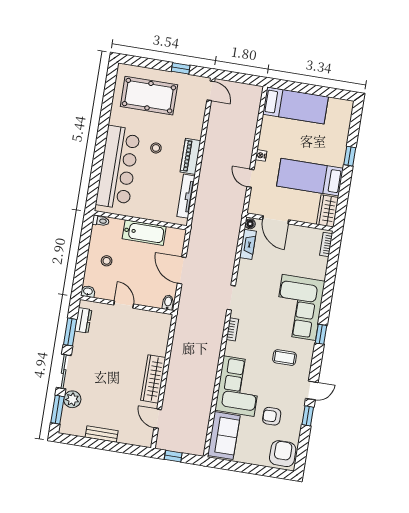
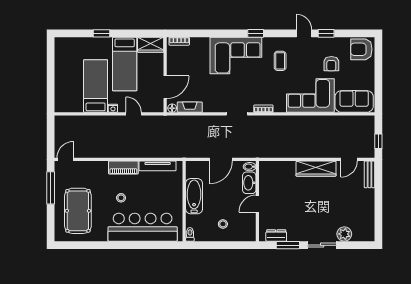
window: (181, 68) -> (51, 188), width x2.17
bed: (295, 106) -> (96, 86), moved
door: (251, 178) -> (134, 114), swing flipped
washbasin: (88, 292) -> (249, 183), moved, width x1.91, depth x1.45
window: (57, 410) -> (355, 245), removed
bench: (102, 434) -> (369, 174), moved

